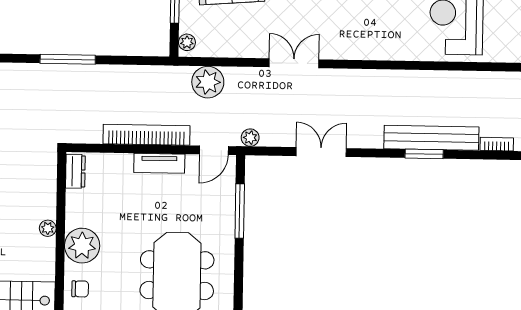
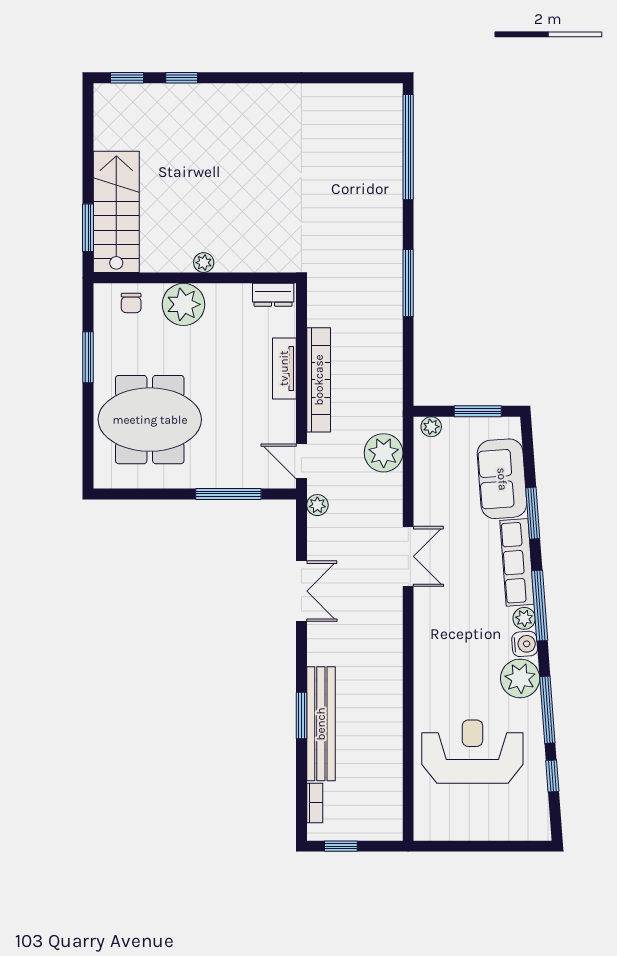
tv unit: (159, 163) -> (284, 368), moved

